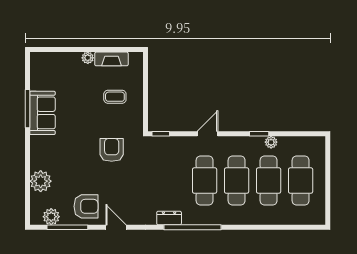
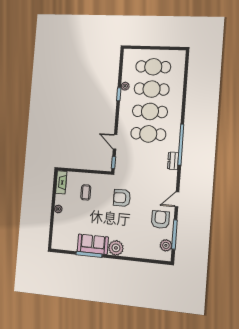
fireplace: (111, 59) -> (61, 182), moved
door: (207, 134) -> (115, 142), moved
plant: (41, 181) -> (116, 248), moved

